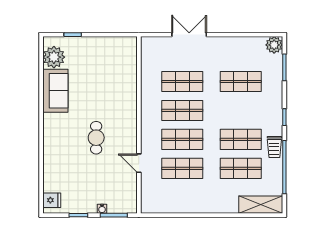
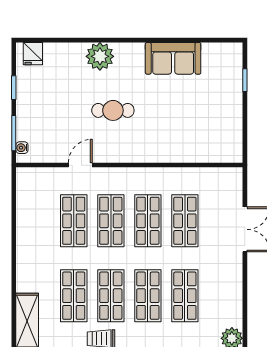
plant: (54, 57) -> (100, 56), moved
shop shelf: (241, 110) -> (148, 296), added
water cooler: (102, 209) -> (22, 148), moved

